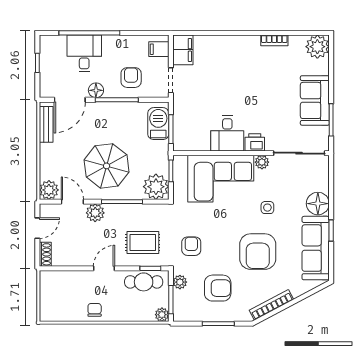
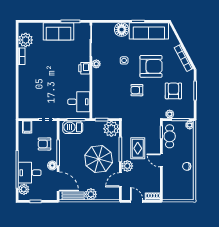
plant: (57, 44) -> (24, 189), added
plant: (317, 47) -> (26, 40), moved
filing cabinet: (183, 50) -> (28, 112), removed
desk: (227, 133) -> (79, 102), moved
corner sofa: (221, 179) -> (106, 89), removed
plant: (49, 190) -> (91, 194), moved
rug: (143, 243) -> (138, 148), moved
armchair: (191, 246) -> (137, 90), moved

